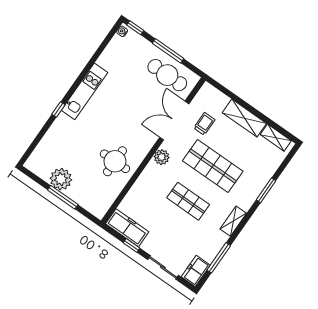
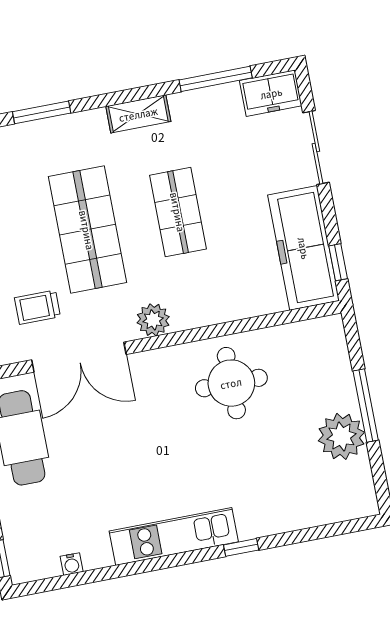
water cooler: (122, 31) -> (72, 564), moved
freezer: (127, 228) -> (304, 248), width x1.36, depth x1.26
window: (132, 245) -> (338, 262), moved

